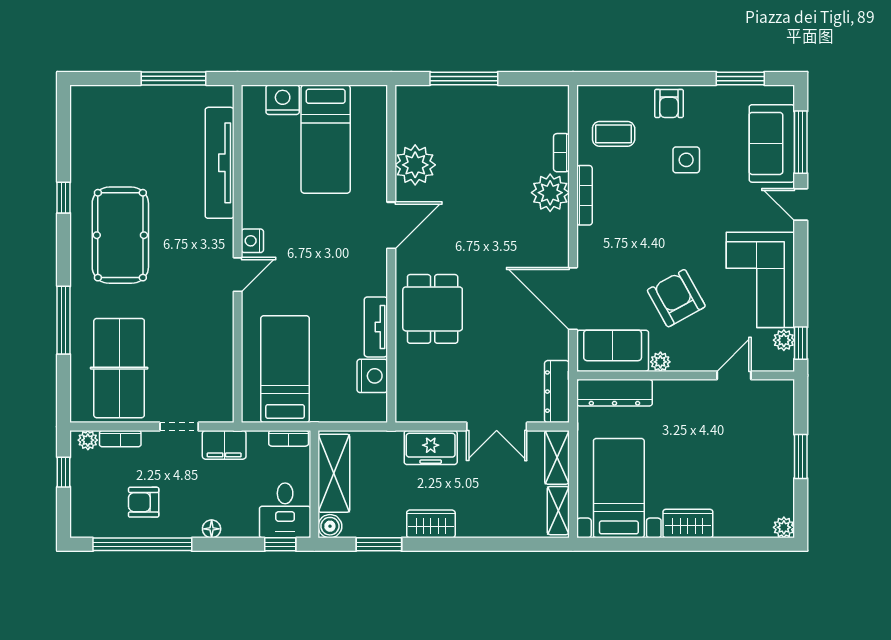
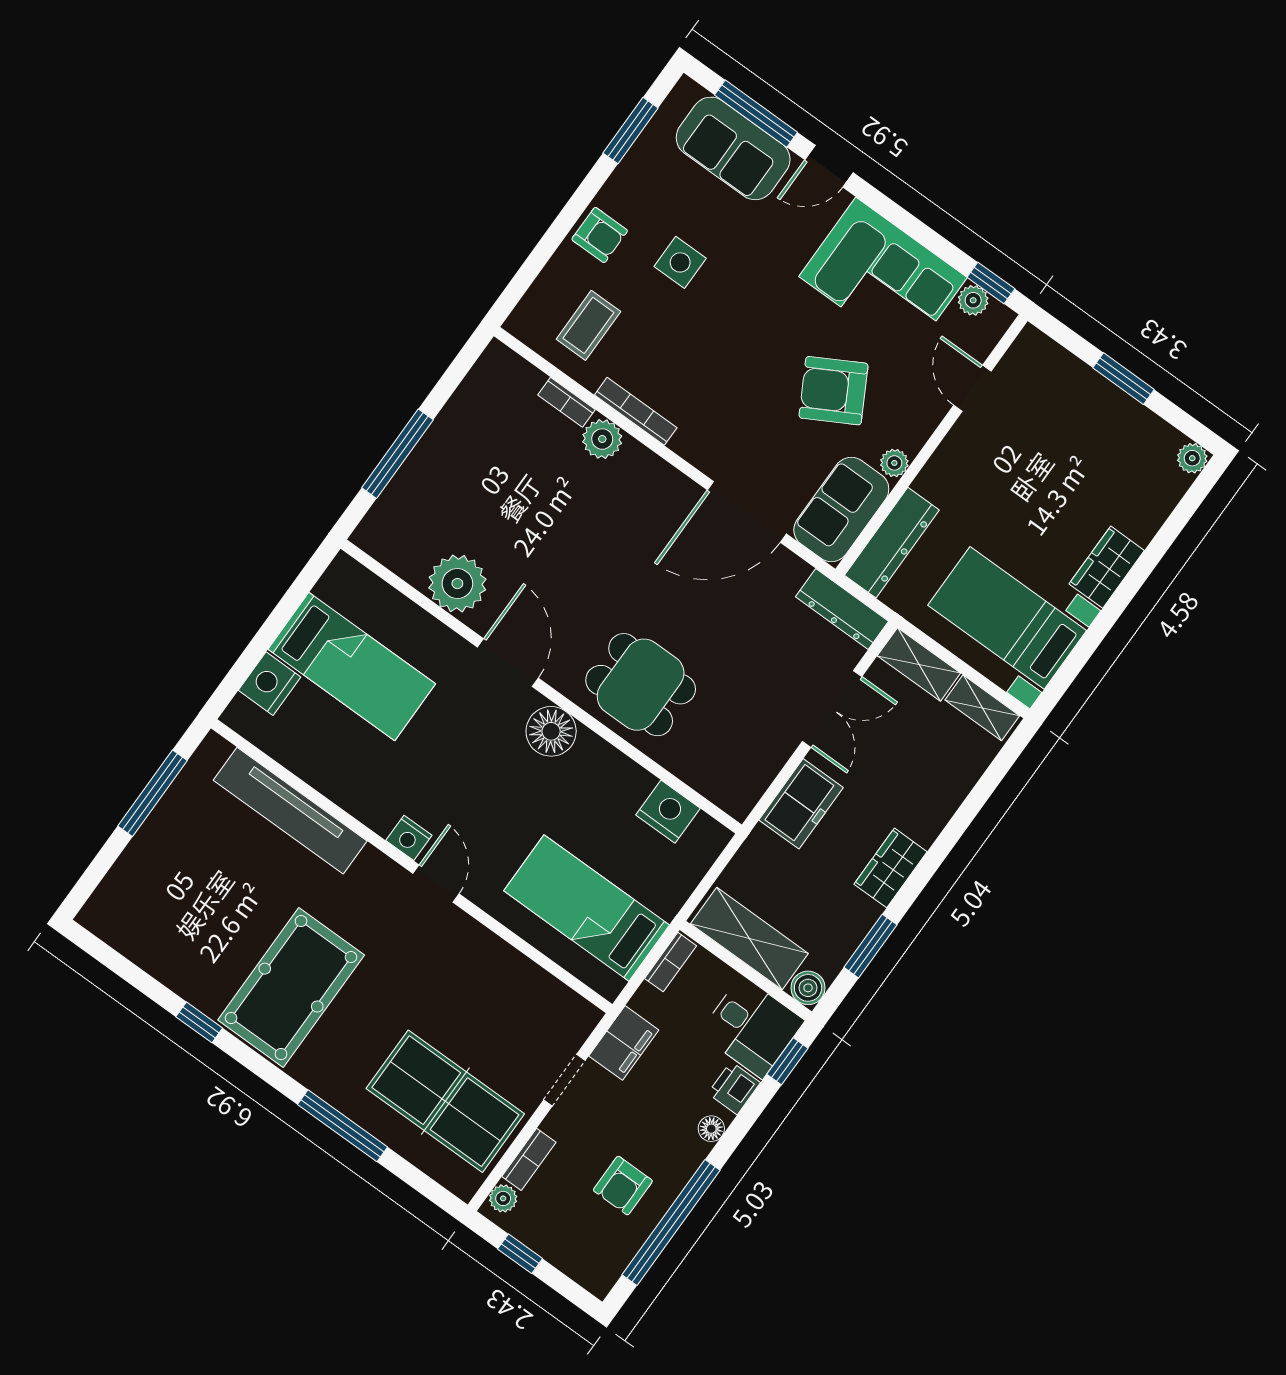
plant: (550, 193) -> (602, 439), width x0.73, depth x0.73
pool table: (120, 235) -> (291, 988), turned 90
floor lamp: (370, 278) -> (551, 731), added
tv unit: (376, 327) -> (614, 766), removed
printer: (244, 525) -> (734, 1088), added

